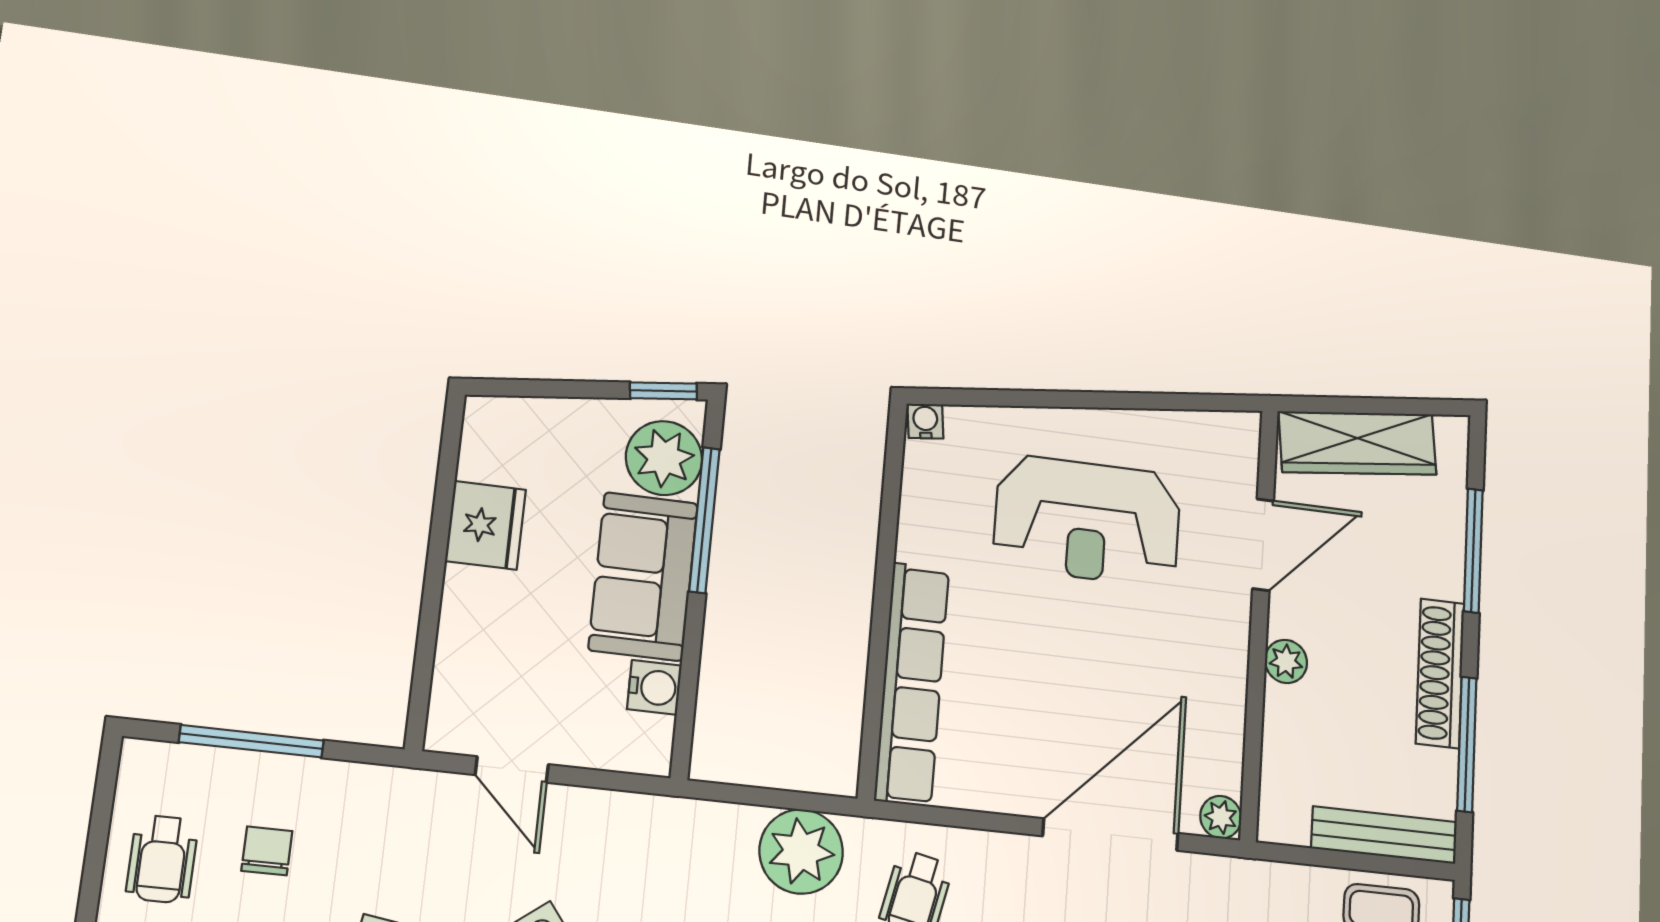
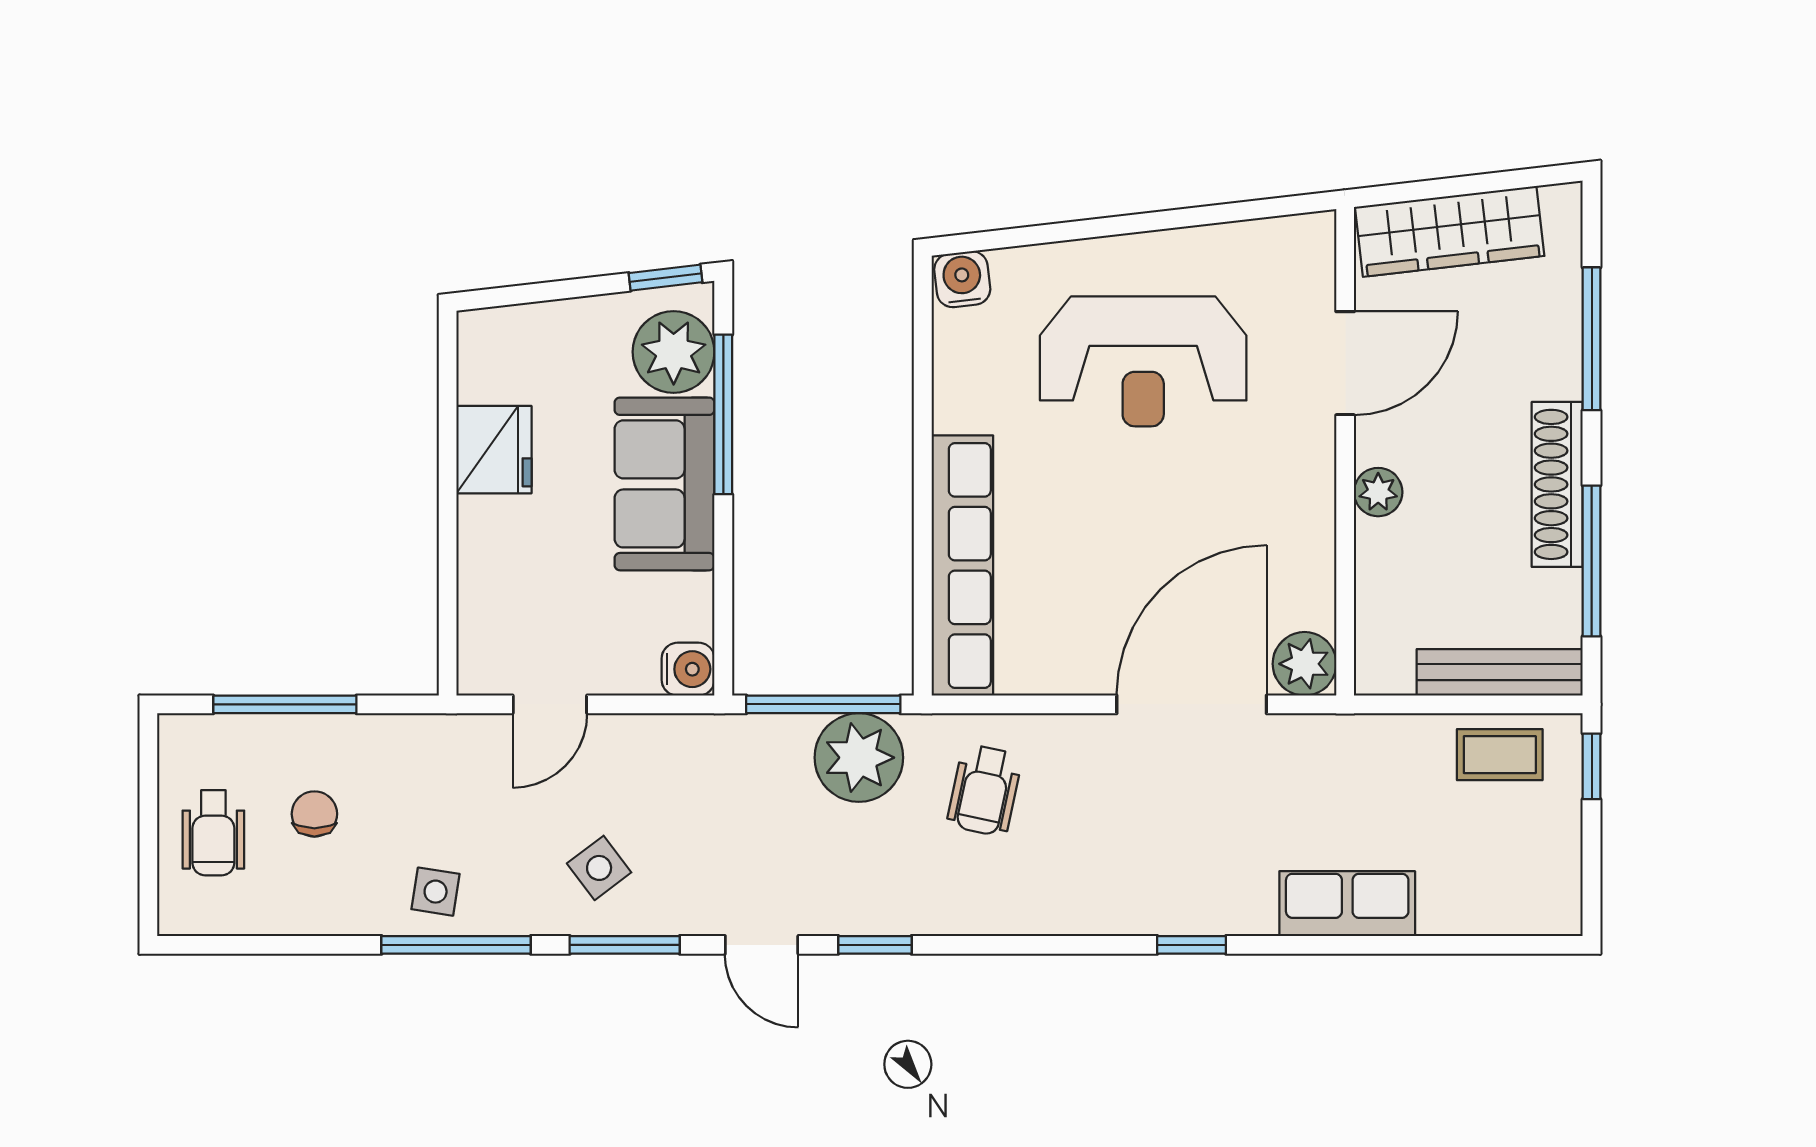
water cooler: (925, 421) -> (962, 279), width x1.38, depth x1.38
water cooler: (654, 687) -> (688, 669), moved
door: (512, 770) -> (550, 704), hinge flipped
window: (772, 798) -> (823, 704), added
plant: (1221, 817) -> (1305, 664), width x1.38, depth x1.38

